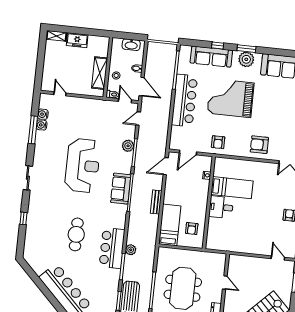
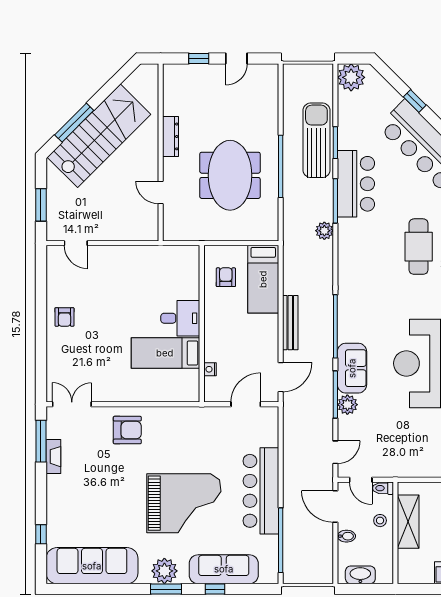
armchair: (218, 142) -> (197, 427), removed
sofa: (121, 189) -> (352, 368), moved
bench: (156, 202) -> (290, 323), width x1.36
bar counter: (112, 248) -> (356, 184), moved

